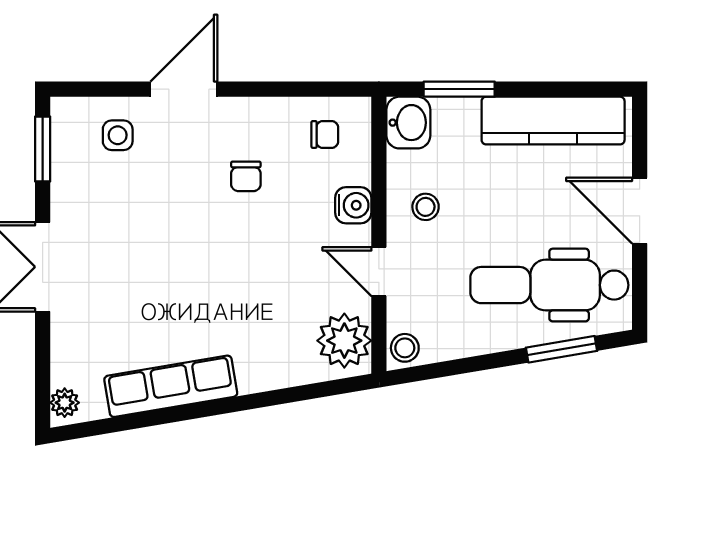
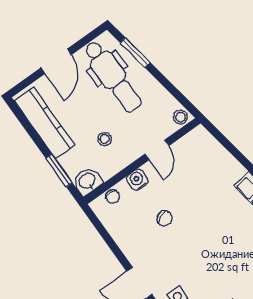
chair: (325, 134) -> (113, 196), moved, turned 180
chair: (246, 176) -> (165, 218), moved, turned 64
stool: (426, 207) -> (105, 139), moved
plant: (344, 341) -> (195, 144), removed

